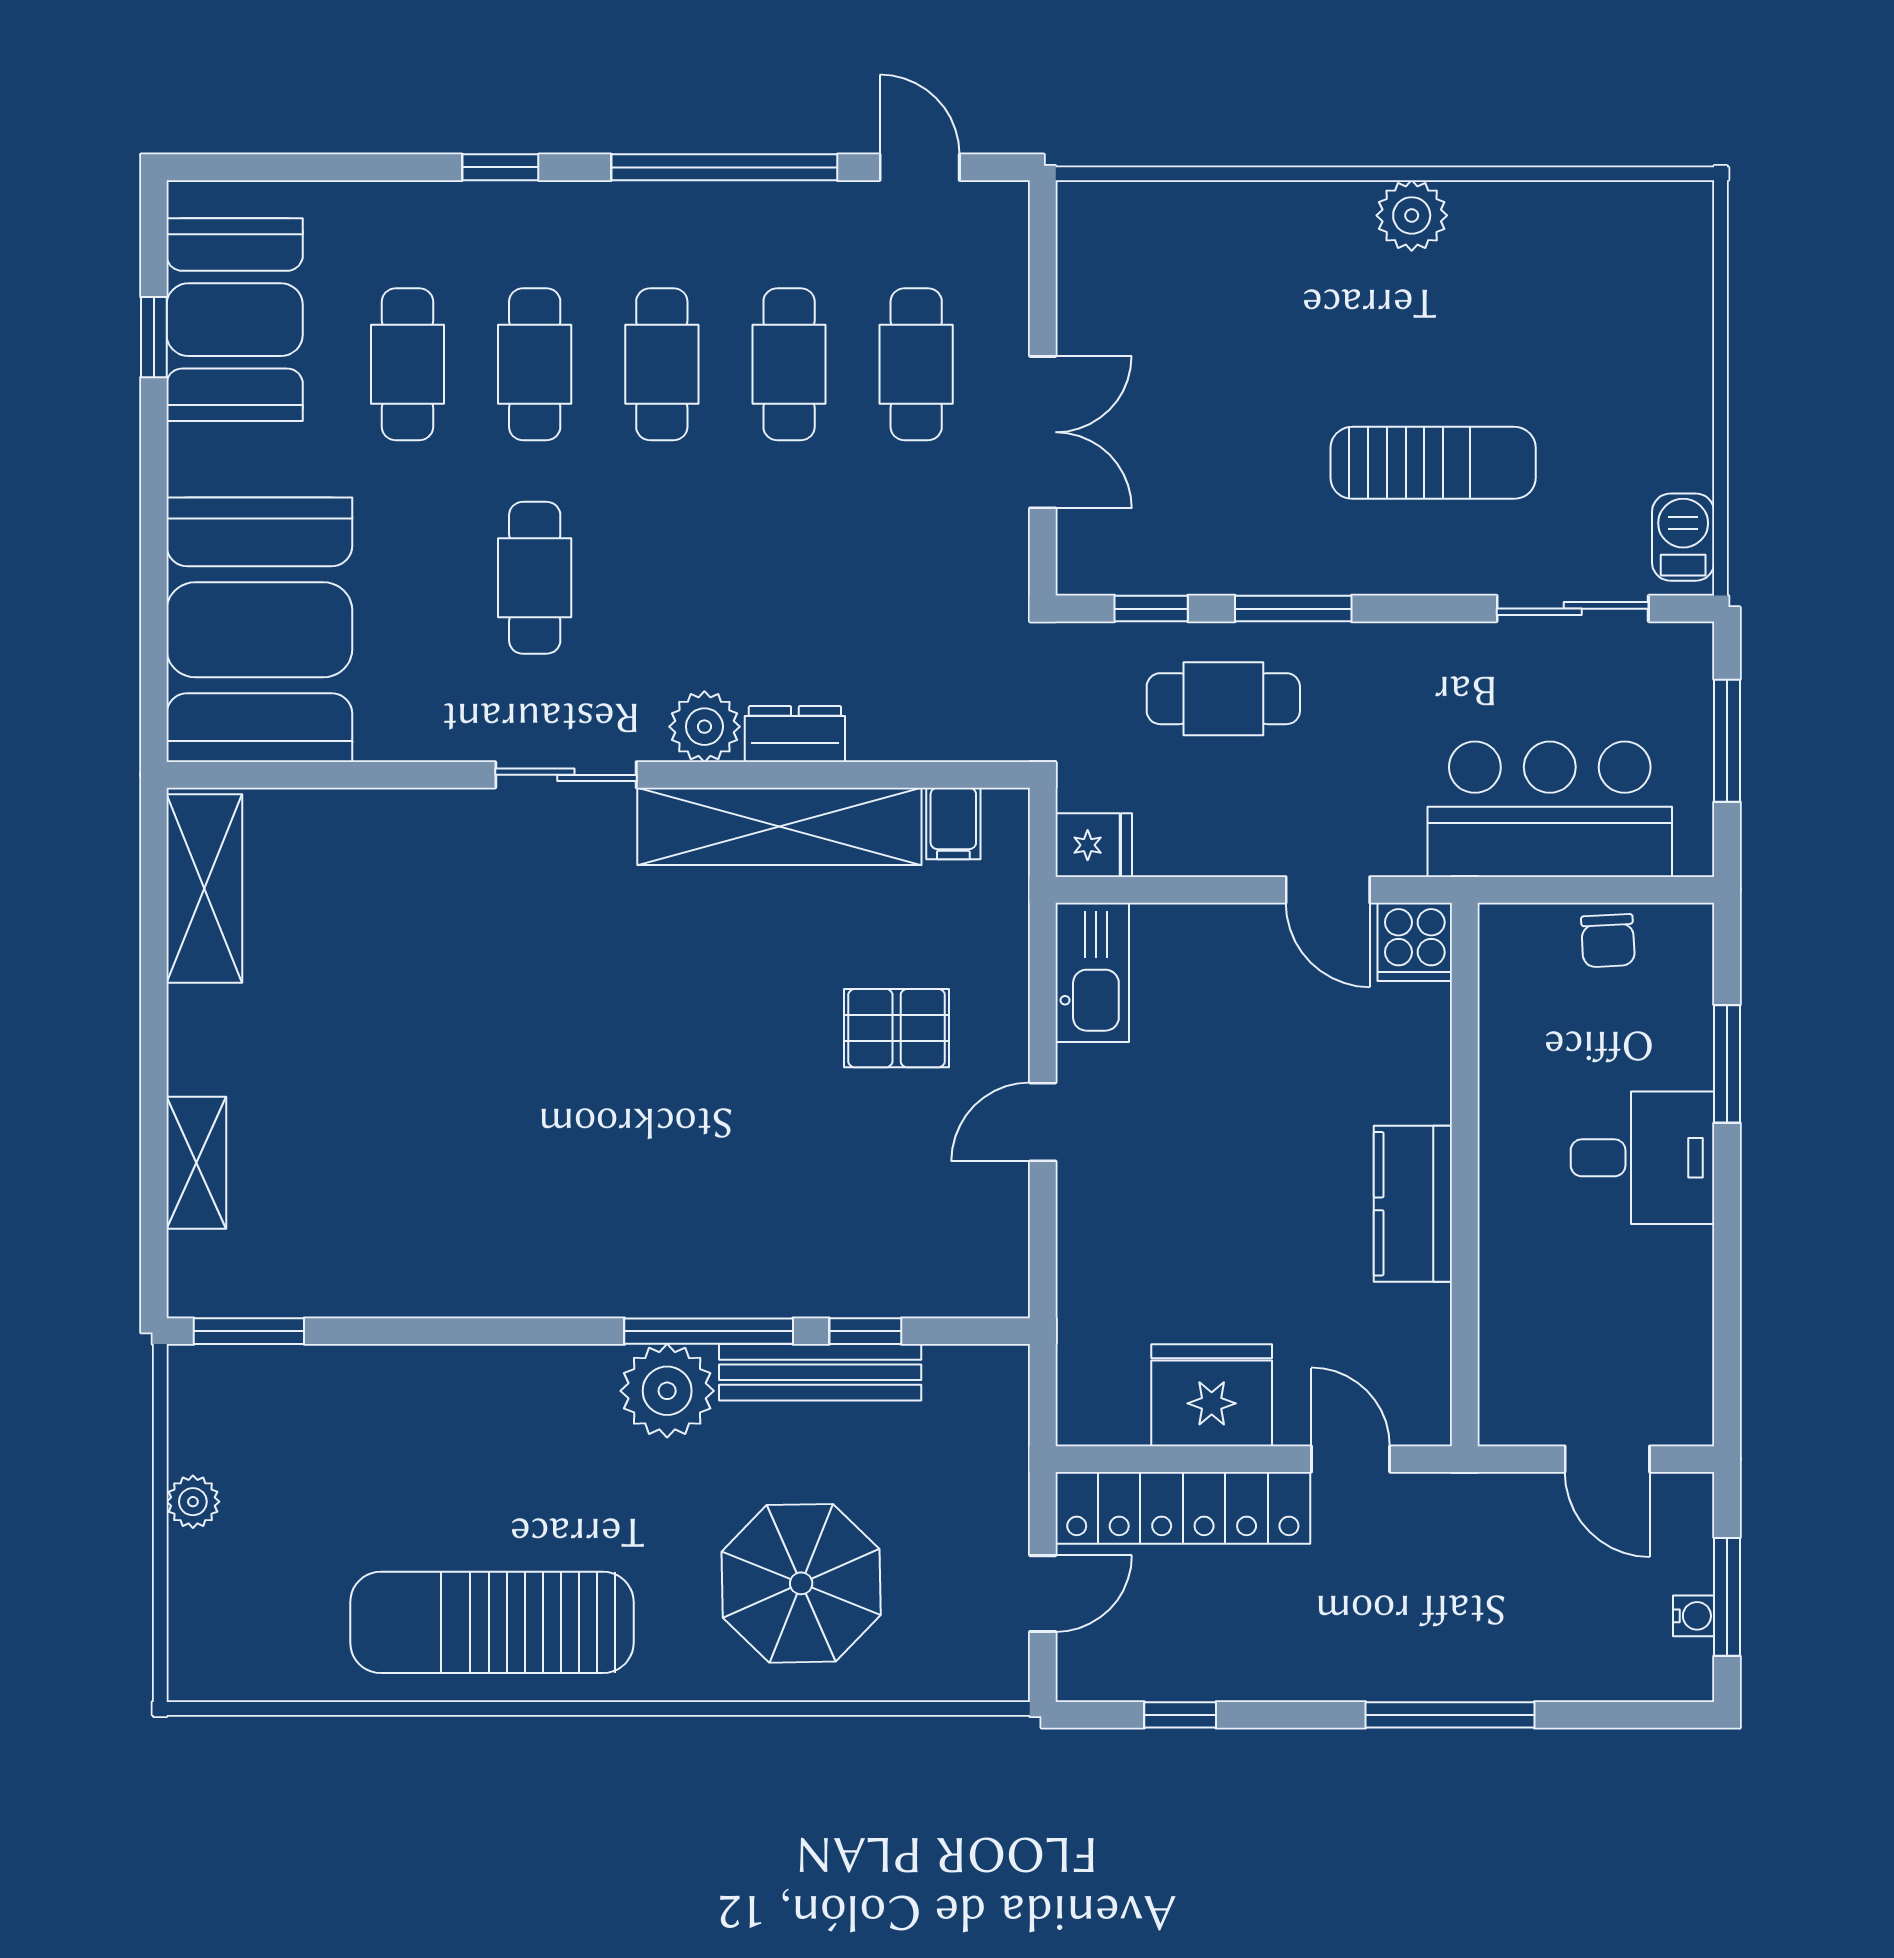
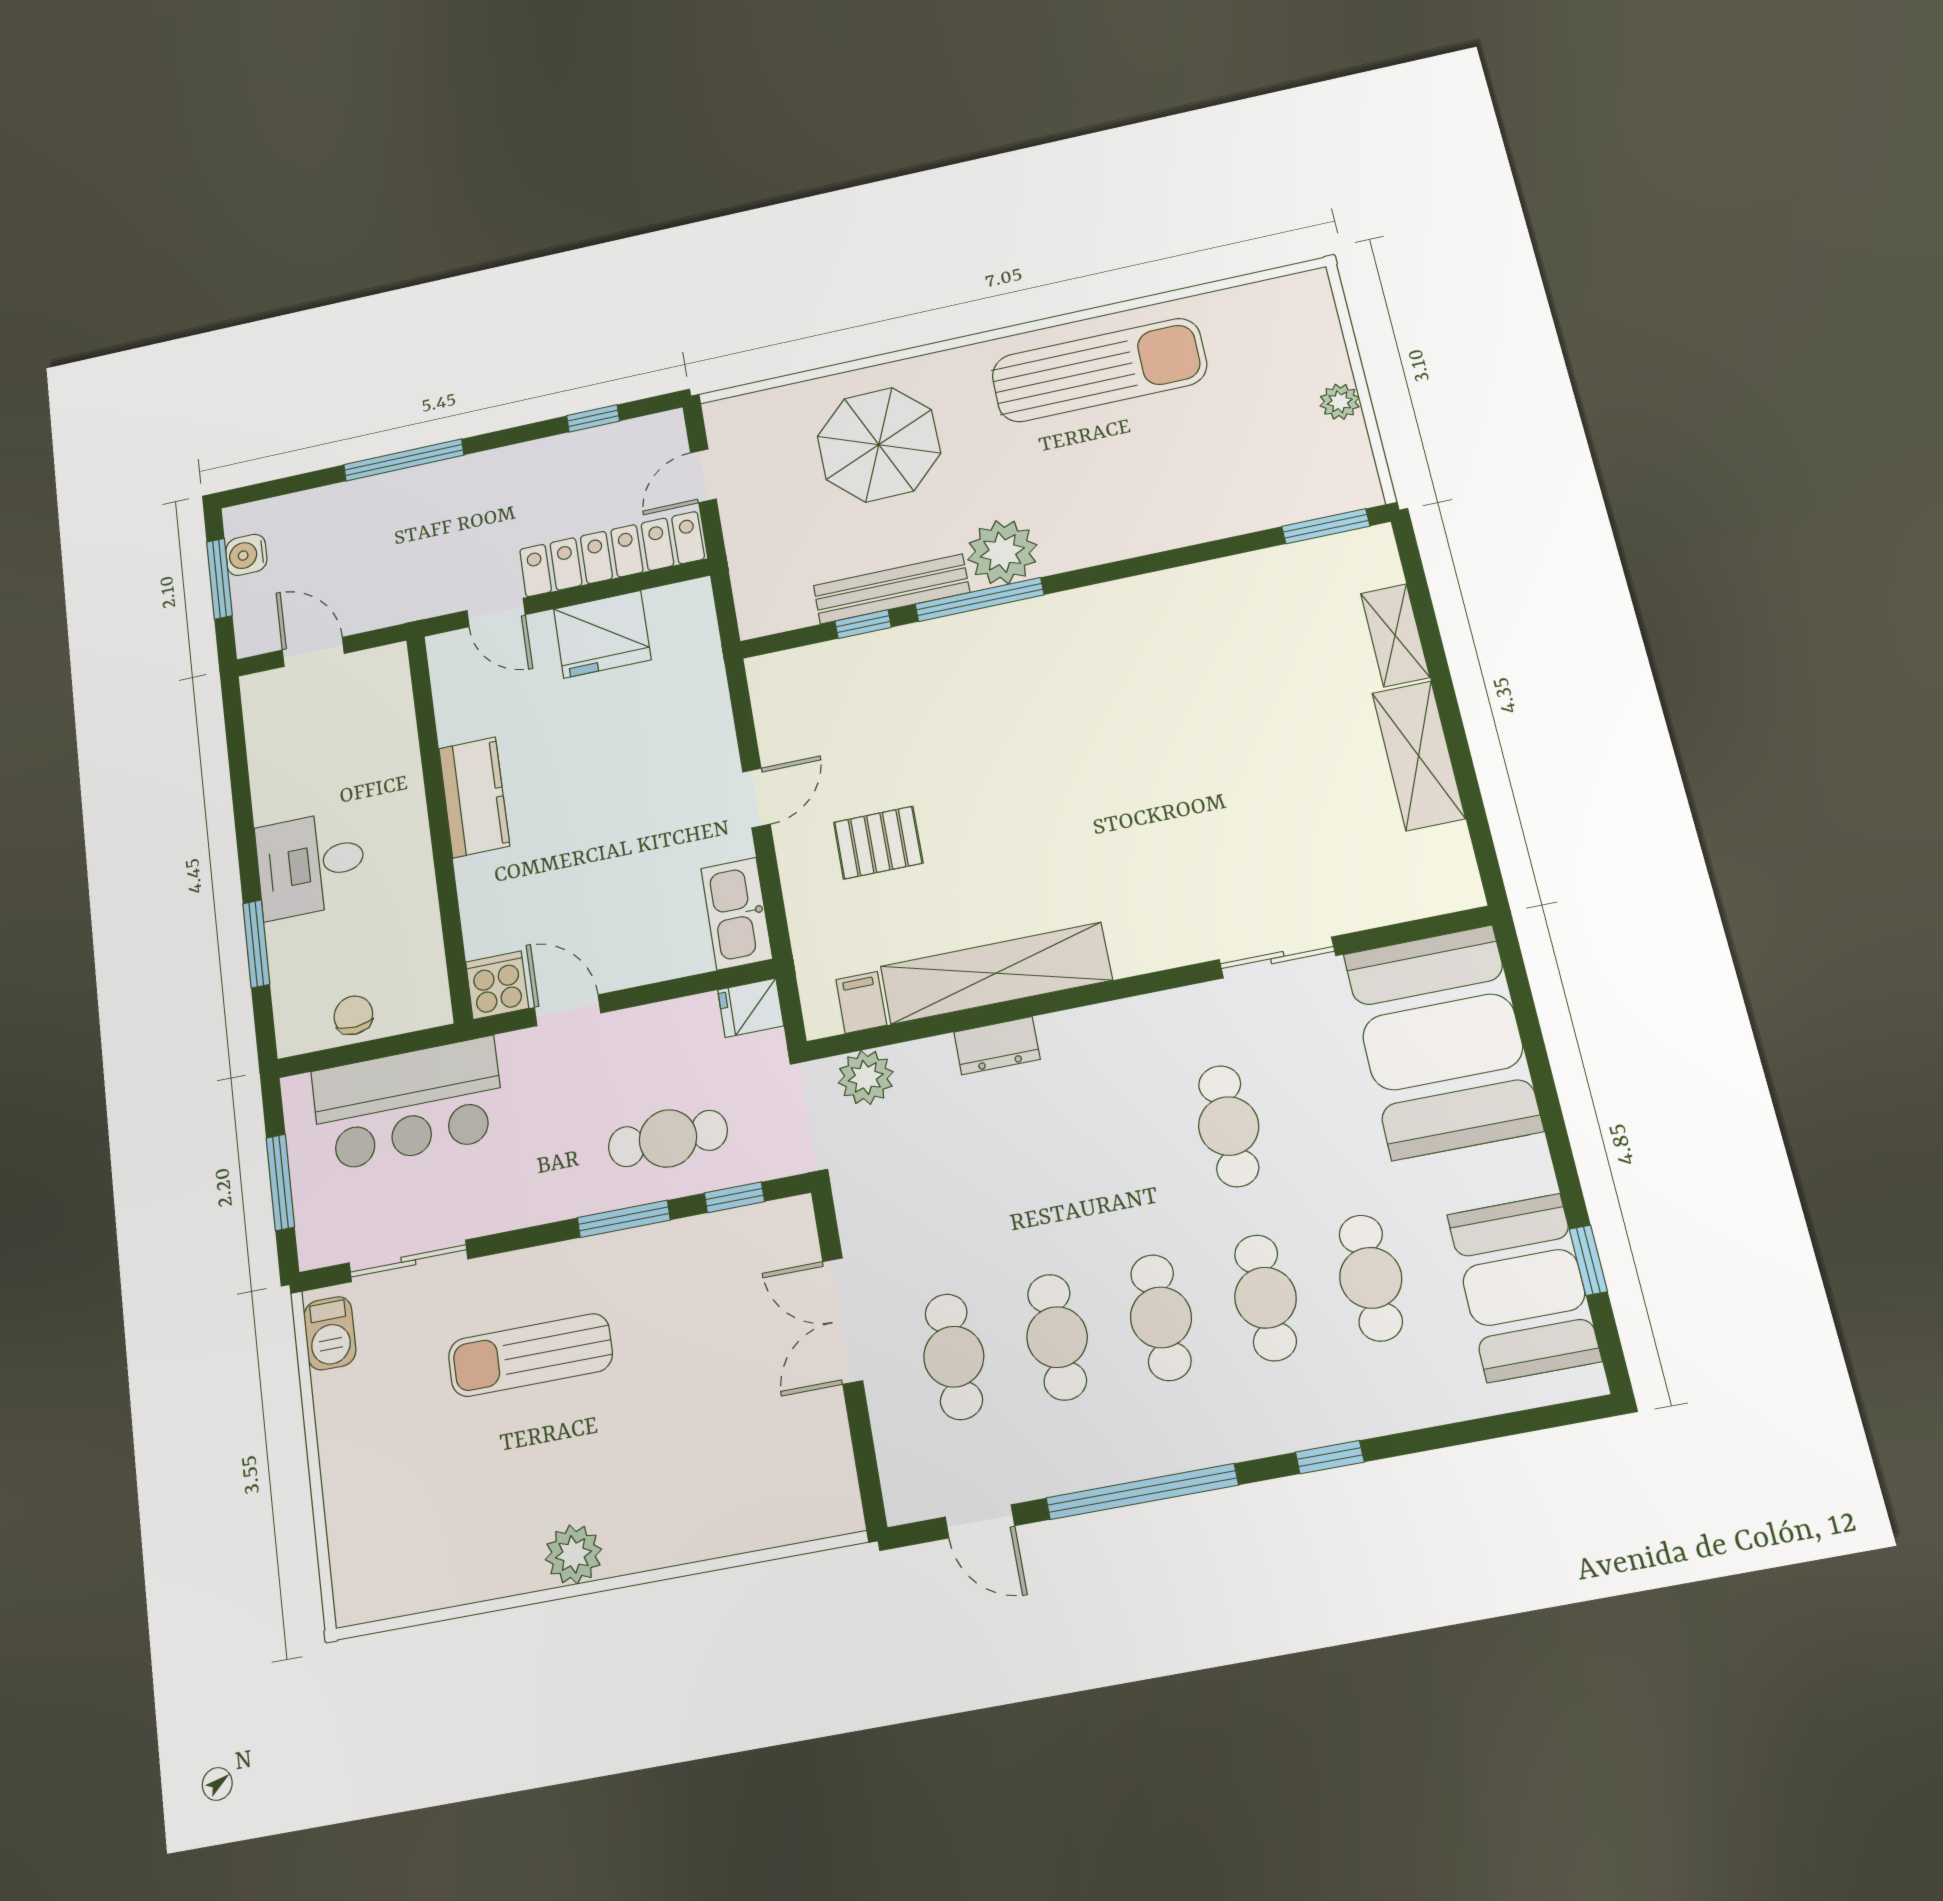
plant: (704, 727) -> (866, 1077), moved
sliding door: (566, 775) -> (1277, 958), moved
shelving: (204, 889) -> (1419, 756), moved
water cooler: (1694, 1616) -> (246, 555), width x1.38, depth x1.38

